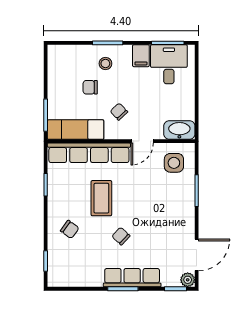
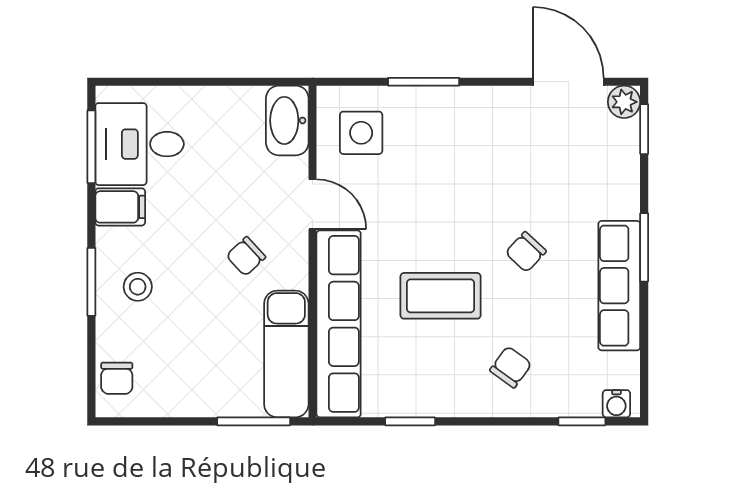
chair: (90, 87) -> (117, 378), moved
water cooler: (53, 276) -> (616, 404), added
row of seats: (132, 278) -> (619, 286), moved

